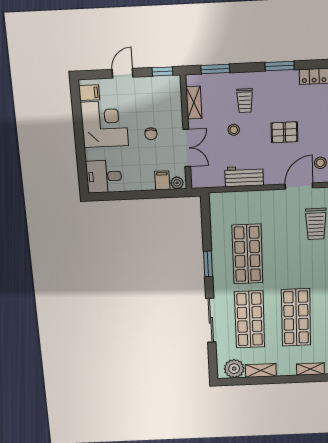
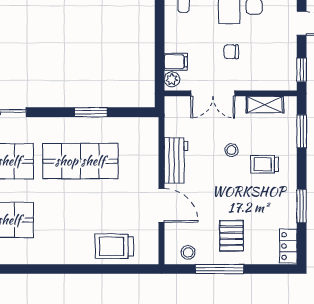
pallet: (284, 132) -> (231, 236), moved
door: (299, 186) -> (162, 205), moved
window: (208, 264) -> (91, 112), moved

